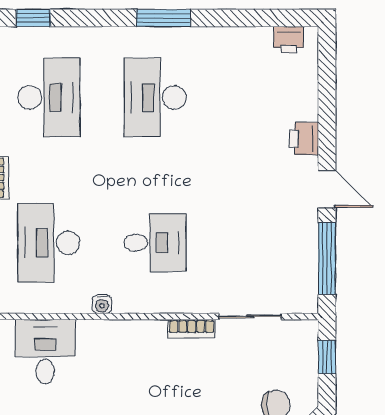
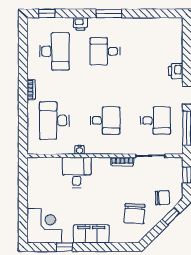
printer: (289, 40) -> (80, 24), moved
desk: (155, 97) -> (105, 51), width x0.73
desk: (261, 243) -> (156, 121), added
desk: (45, 352) -> (77, 172), moved

